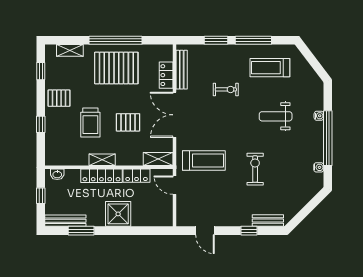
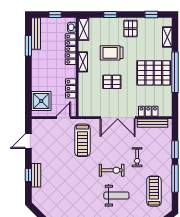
pallet: (116, 68) -> (154, 73), turned 90
double door: (175, 115) -> (118, 118), swing flipped
weight bench: (276, 116) -> (116, 196), turned 90
pallet: (128, 122) -> (112, 82), turned 90
shelving: (158, 159) -> (84, 29), moved
exercise bike: (255, 169) -> (112, 170), moved
locker: (101, 176) -> (71, 49), moved
shower: (118, 214) -> (41, 101), moved
bench: (268, 221) -> (36, 175), moved

